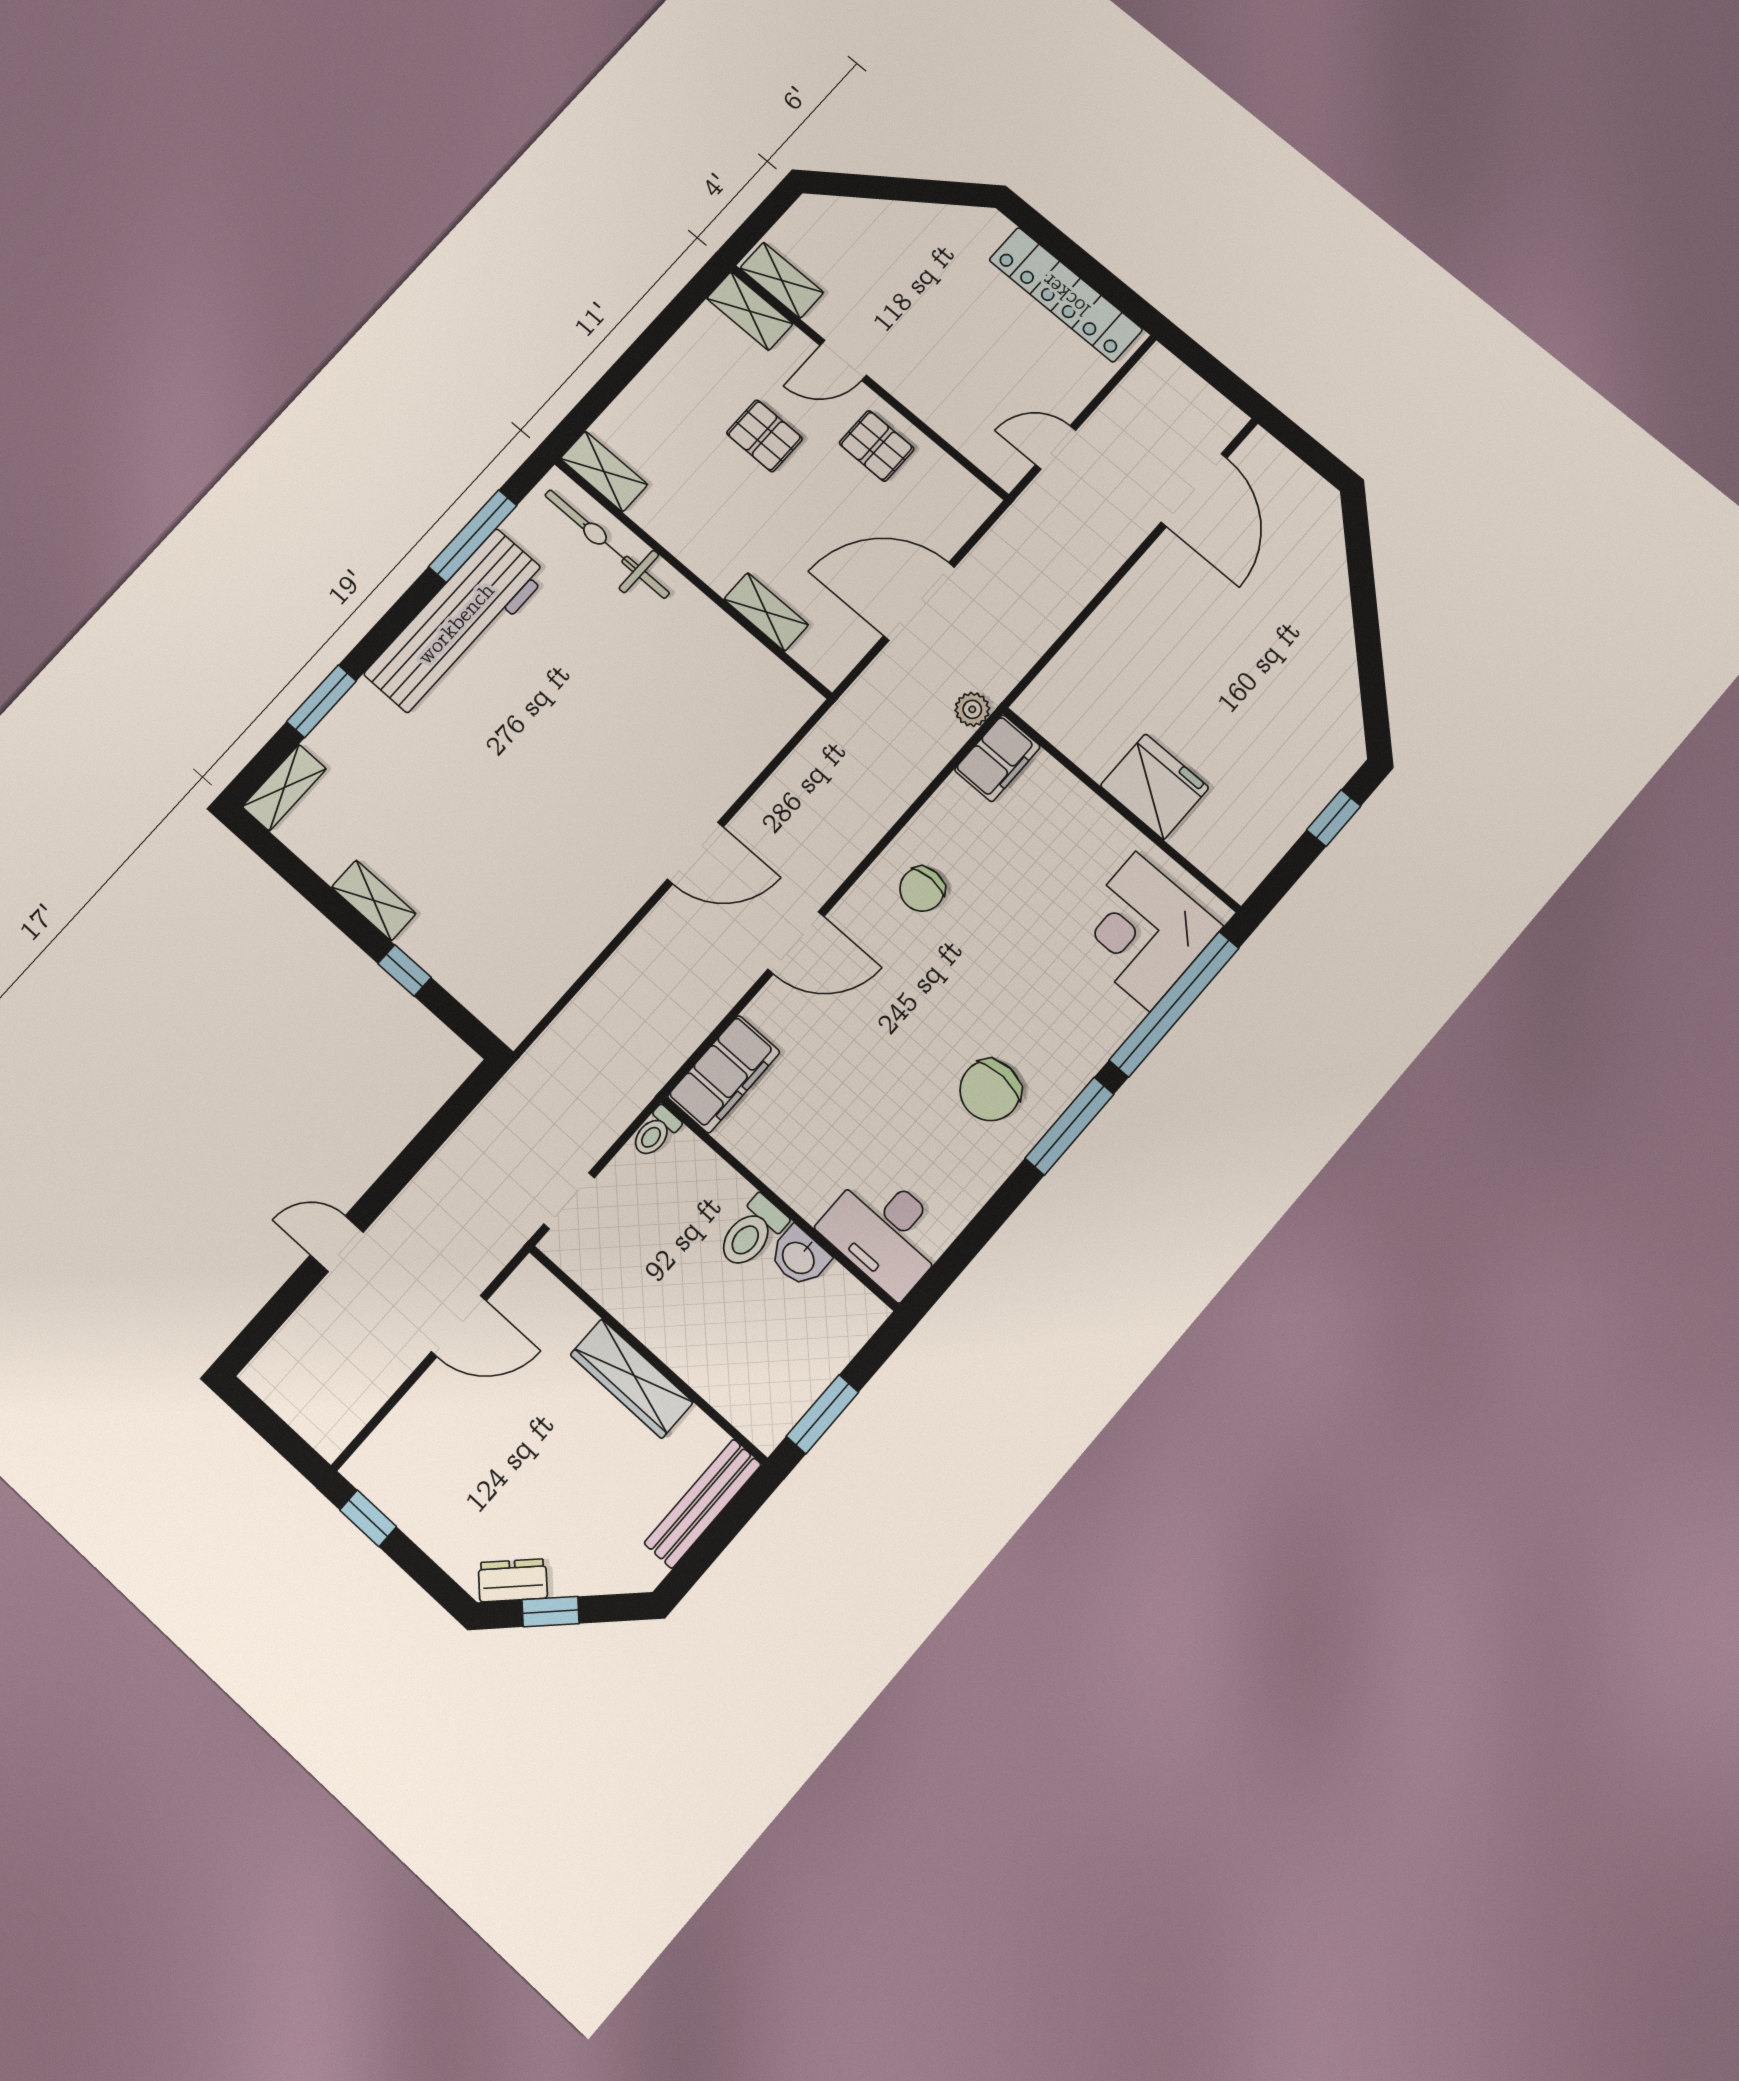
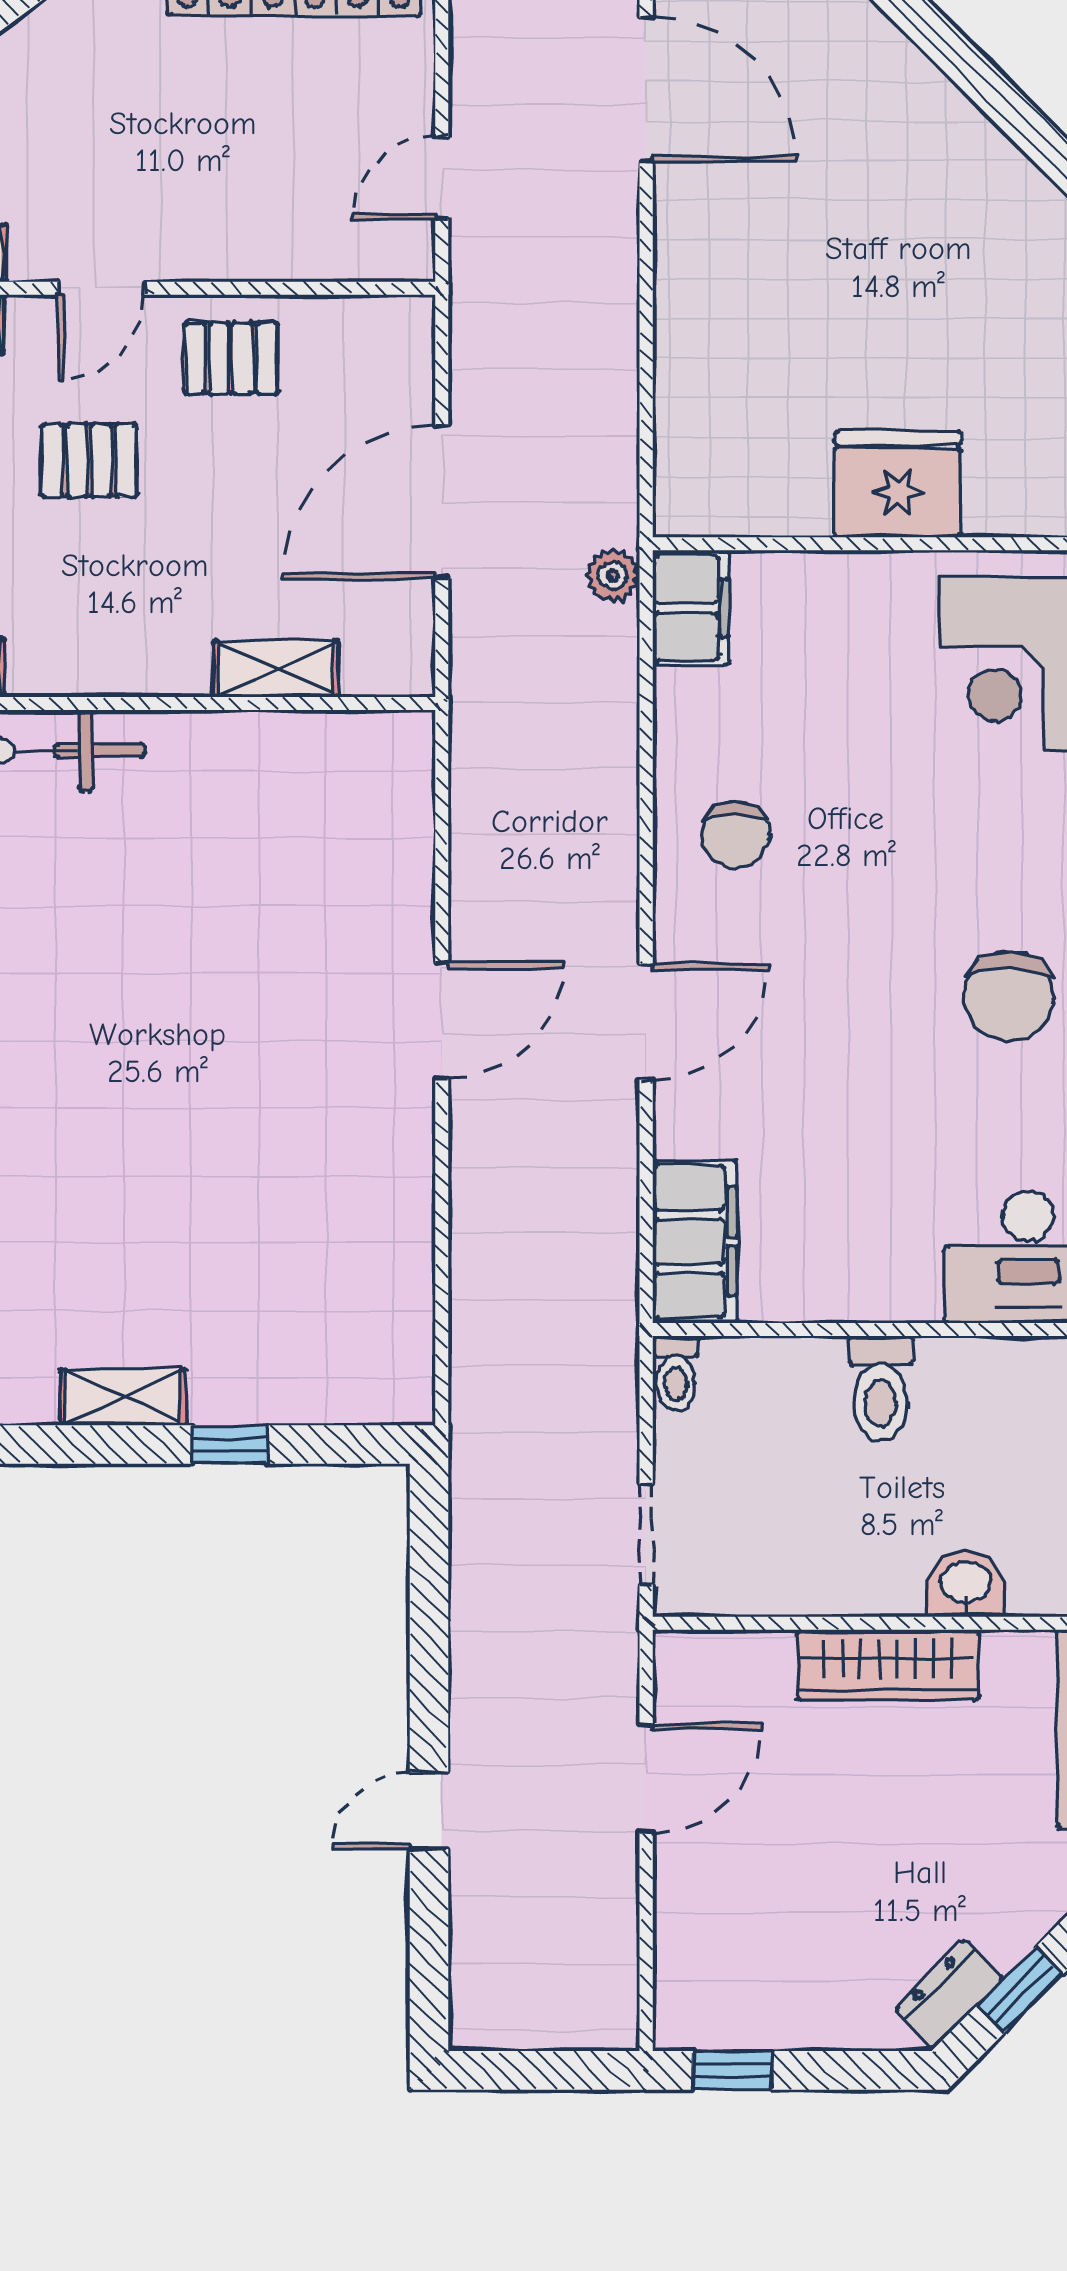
washbasin: (799, 1257) -> (966, 1584), moved, turned 180

